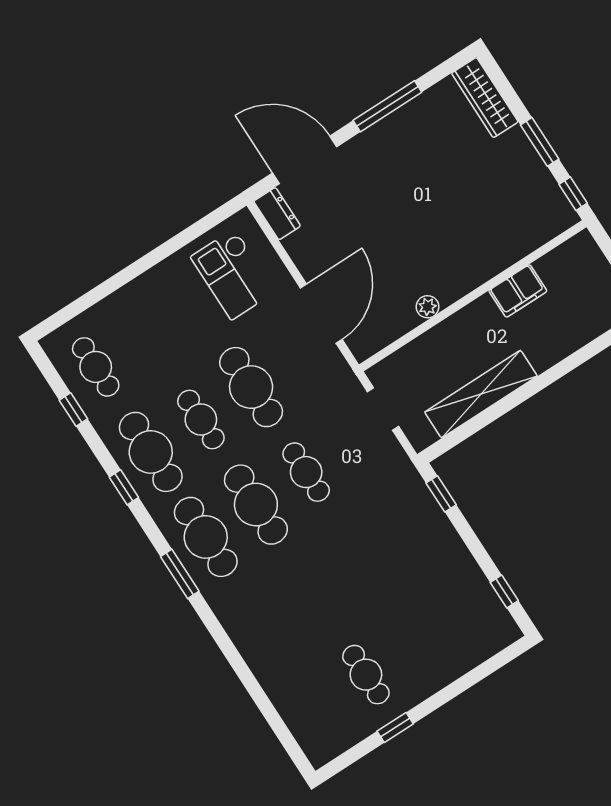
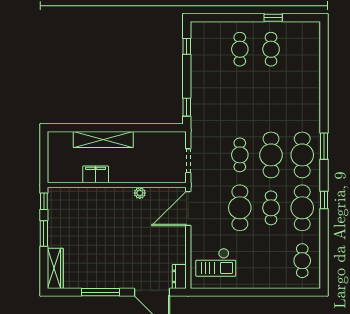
checkout: (233, 274) -> (216, 262), turned 90
door: (321, 314) -> (188, 209), moved
shelving: (481, 394) -> (103, 140), moved
window: (73, 409) -> (324, 248), removed
cafe table: (416, 642) -> (240, 49), added

